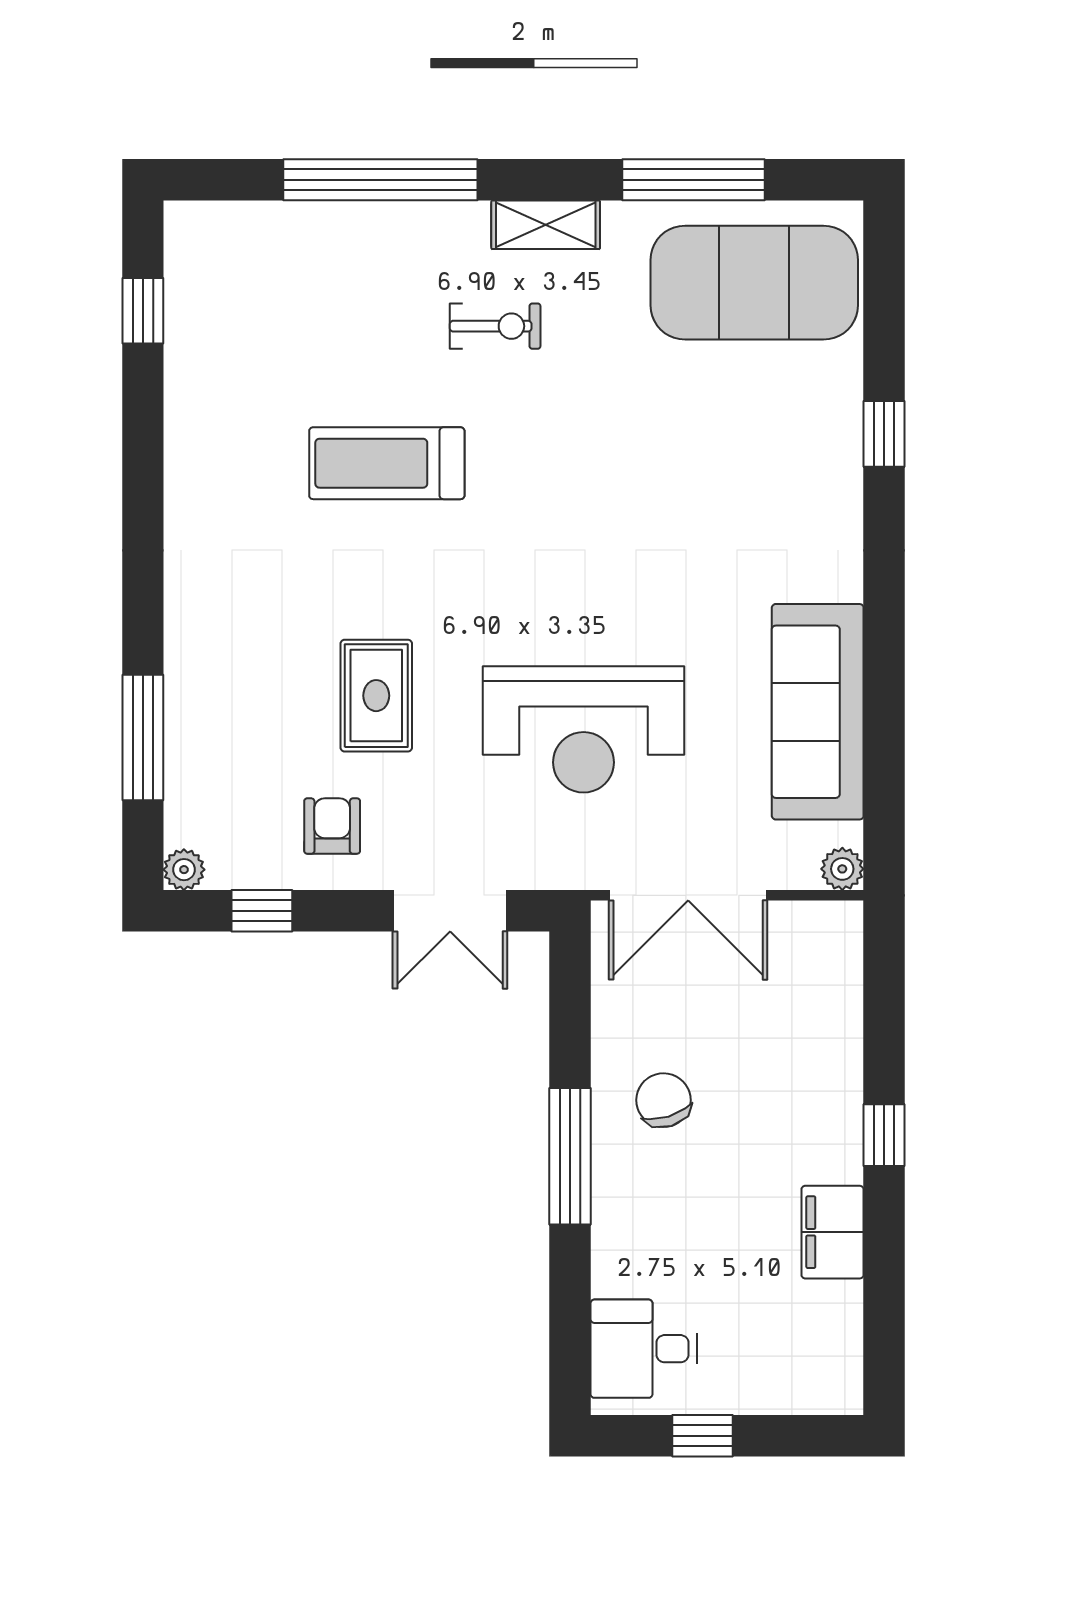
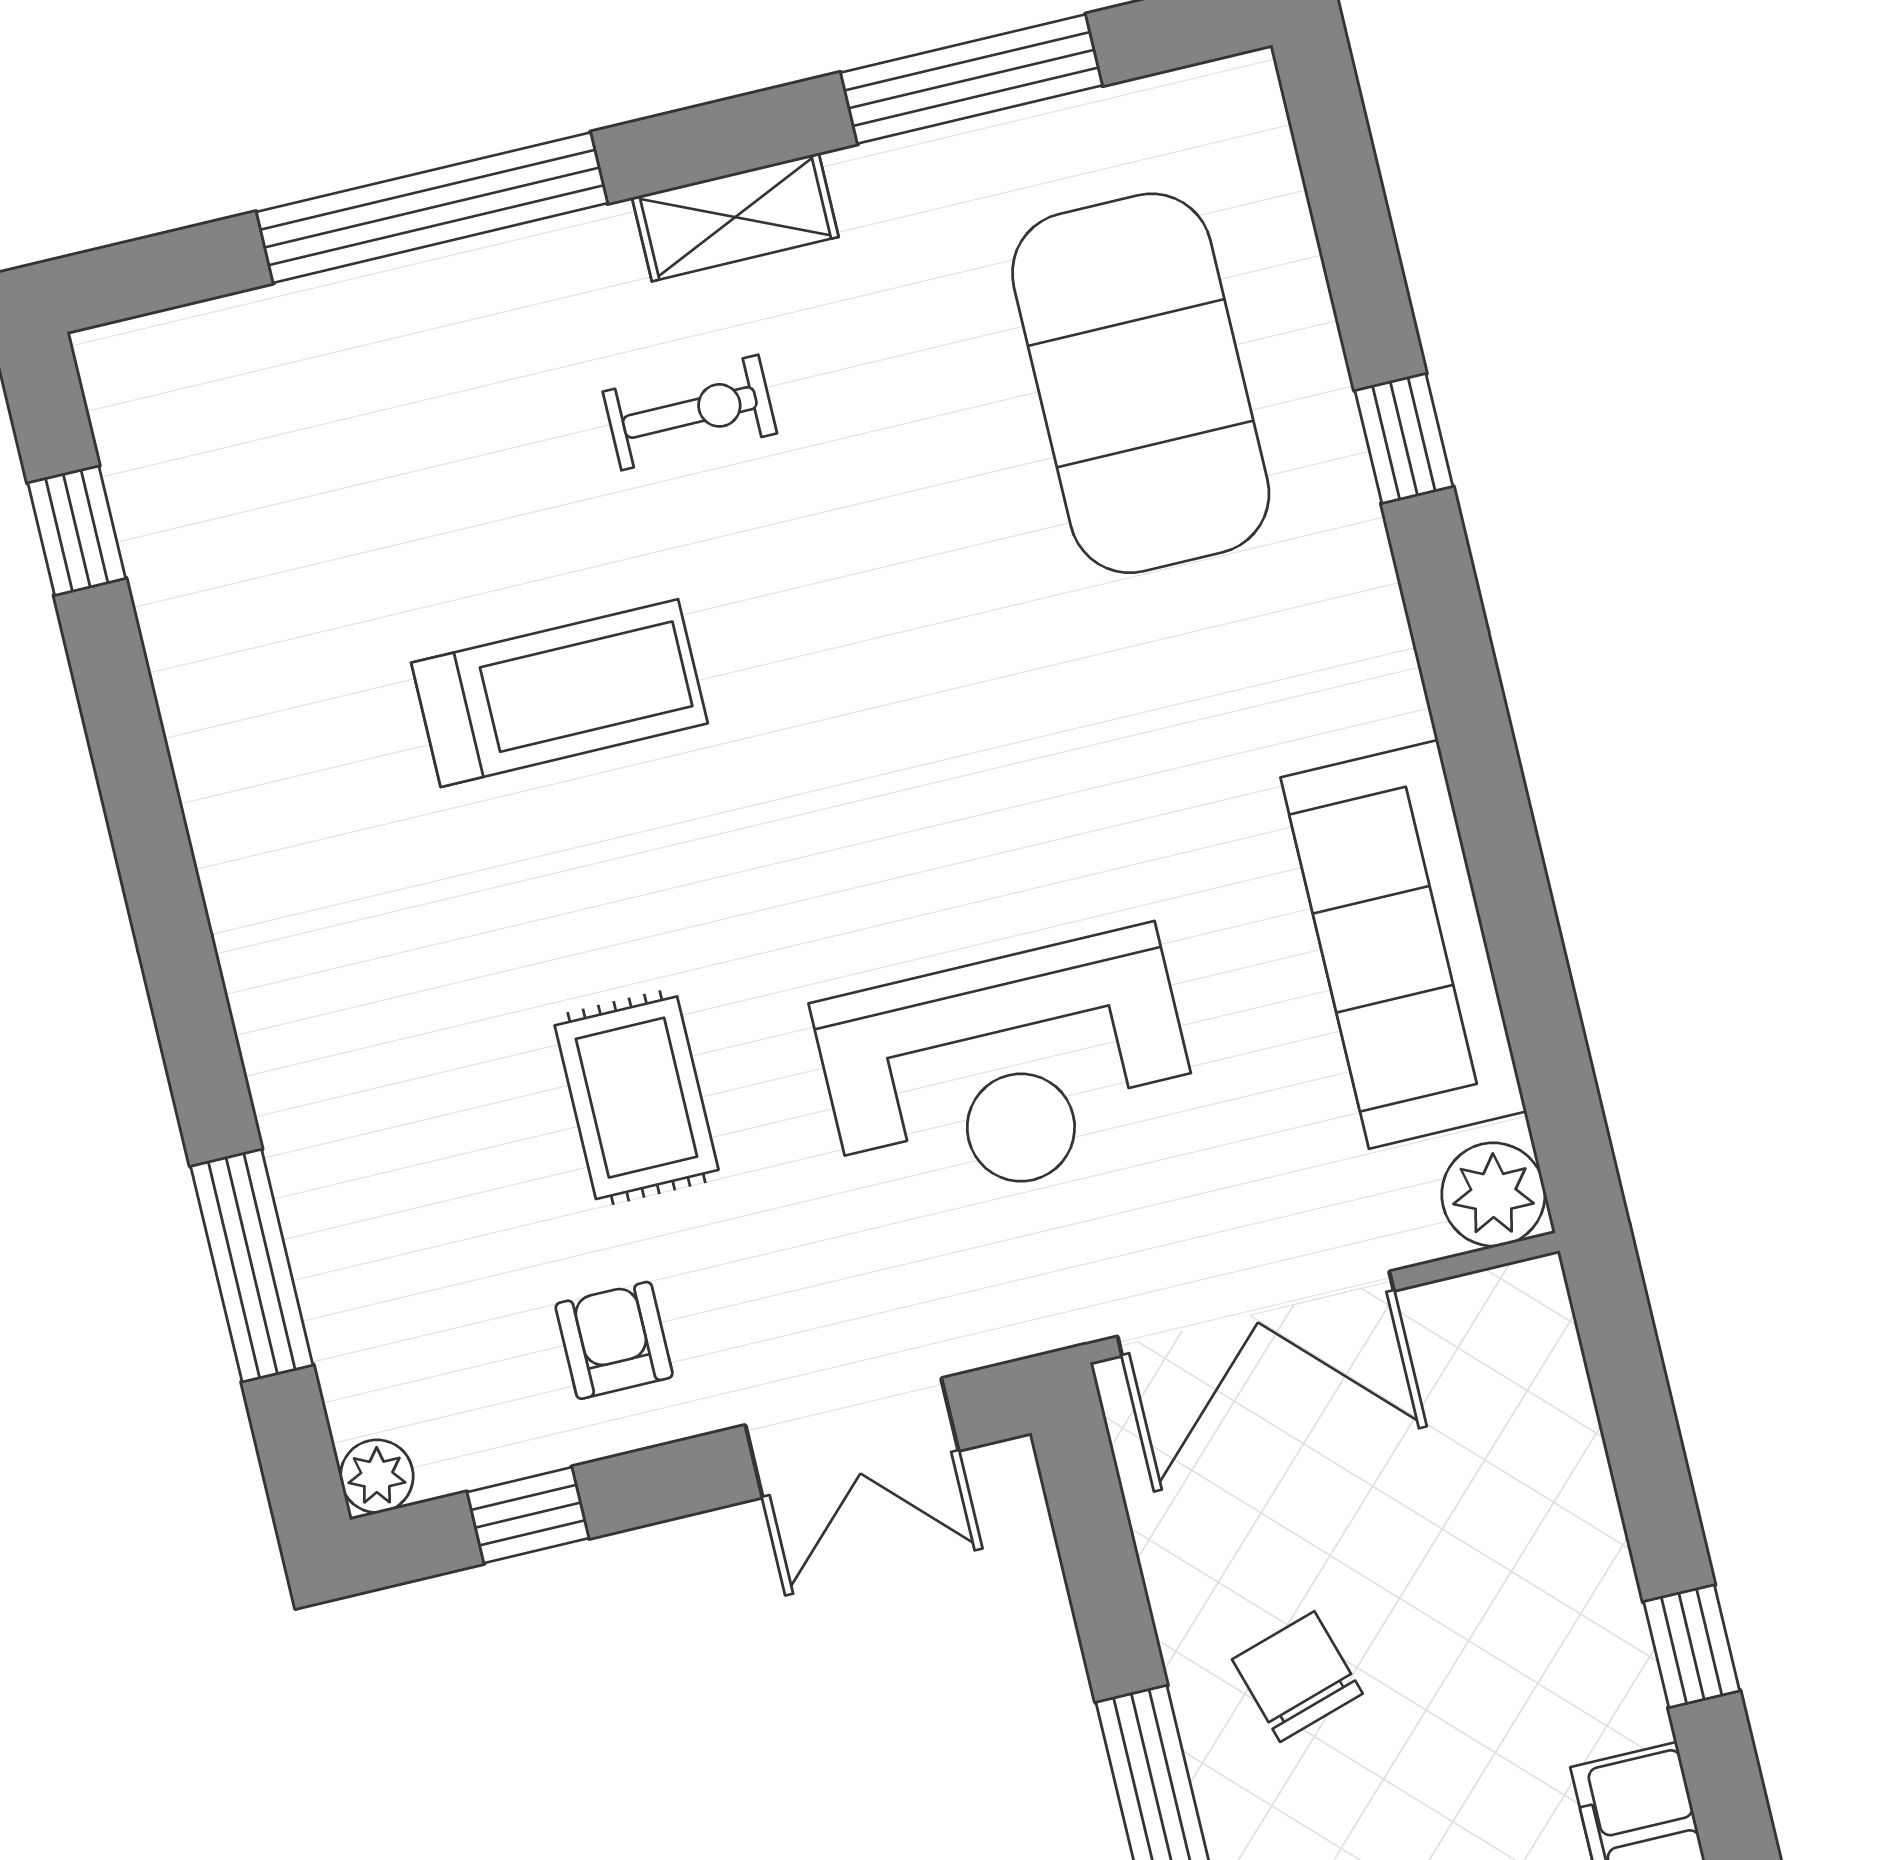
exercise mat: (754, 283) -> (1141, 383), moved, turned 90
treadmill: (387, 463) -> (559, 693), turned 180
plant: (842, 869) -> (1493, 1195), width x1.38, depth x1.38

